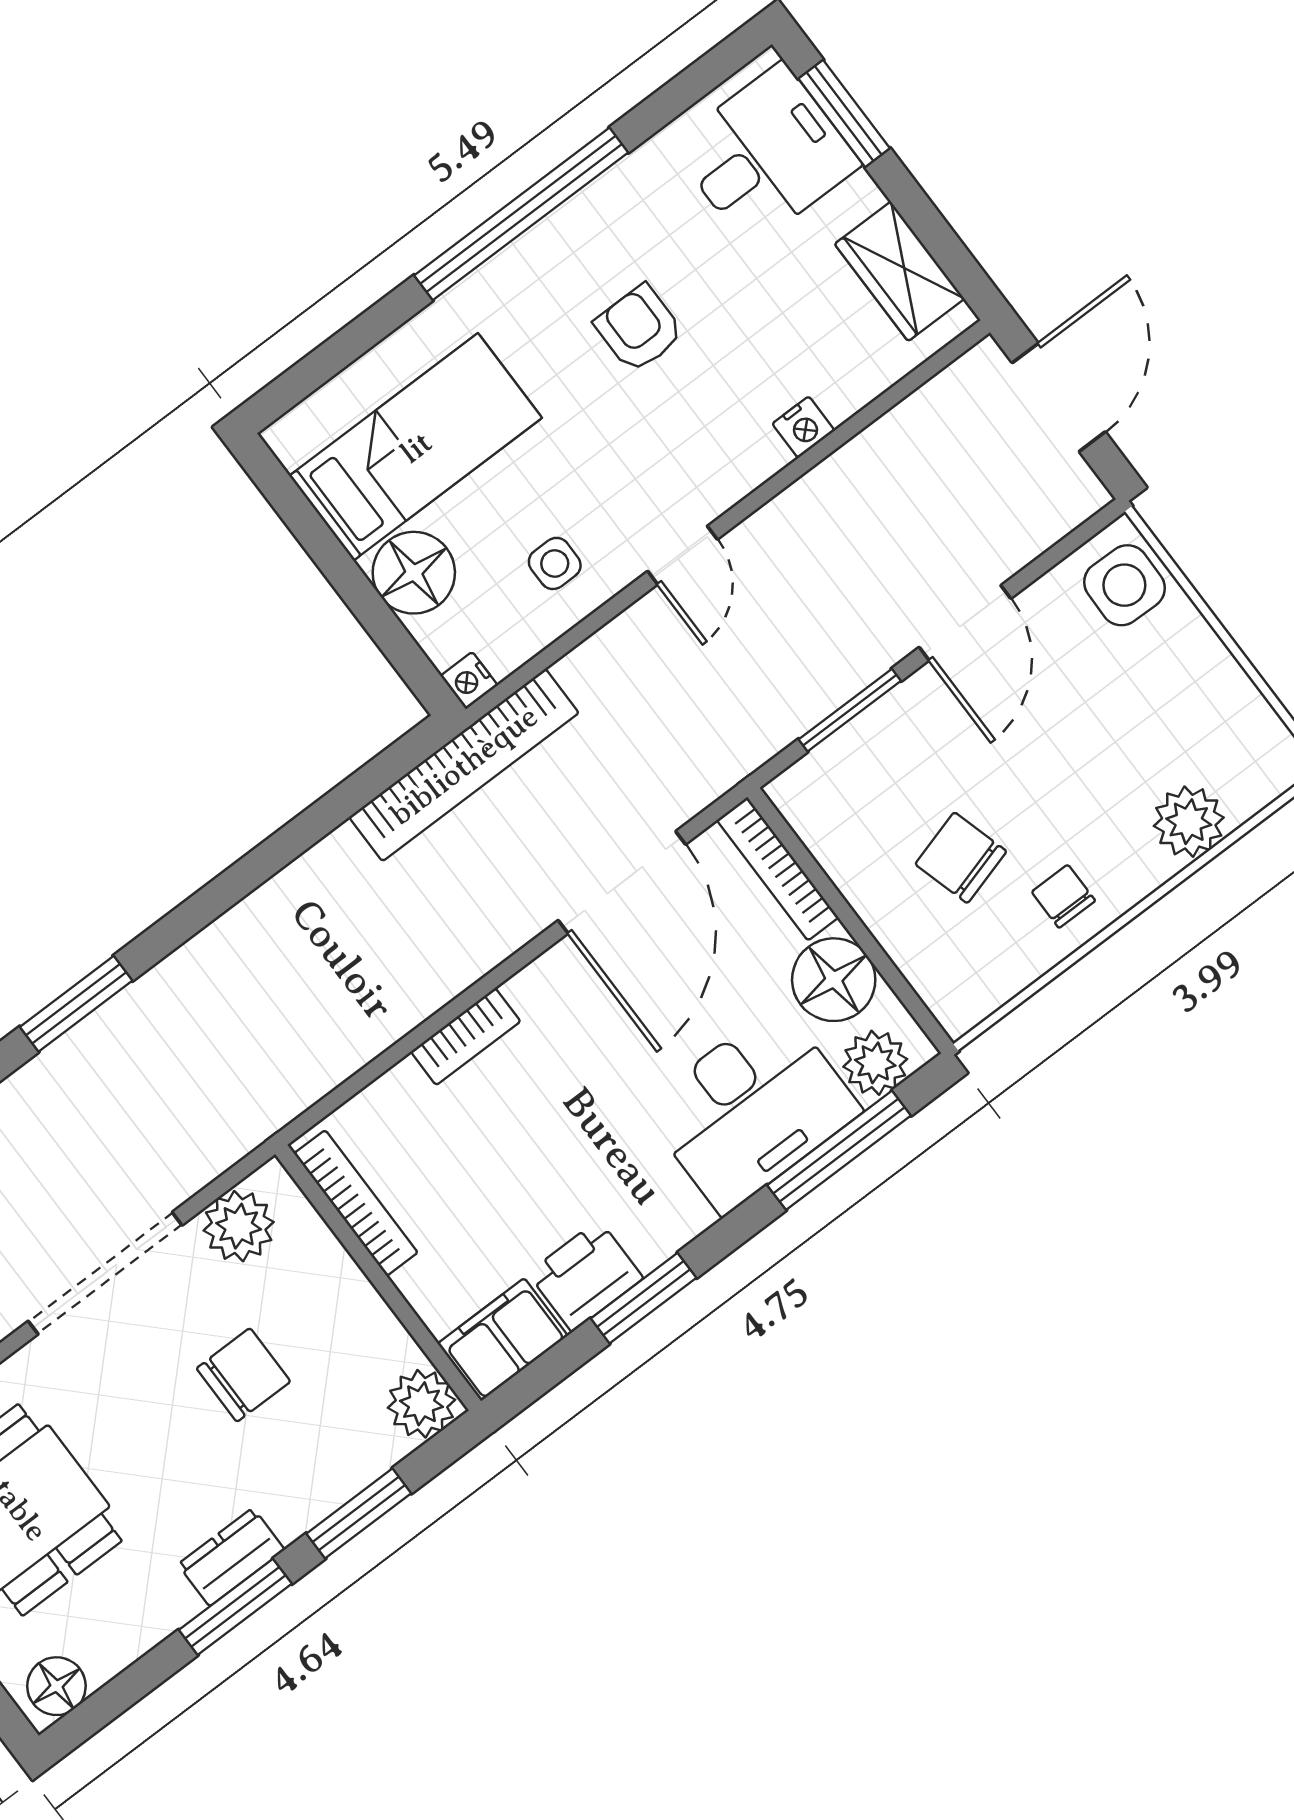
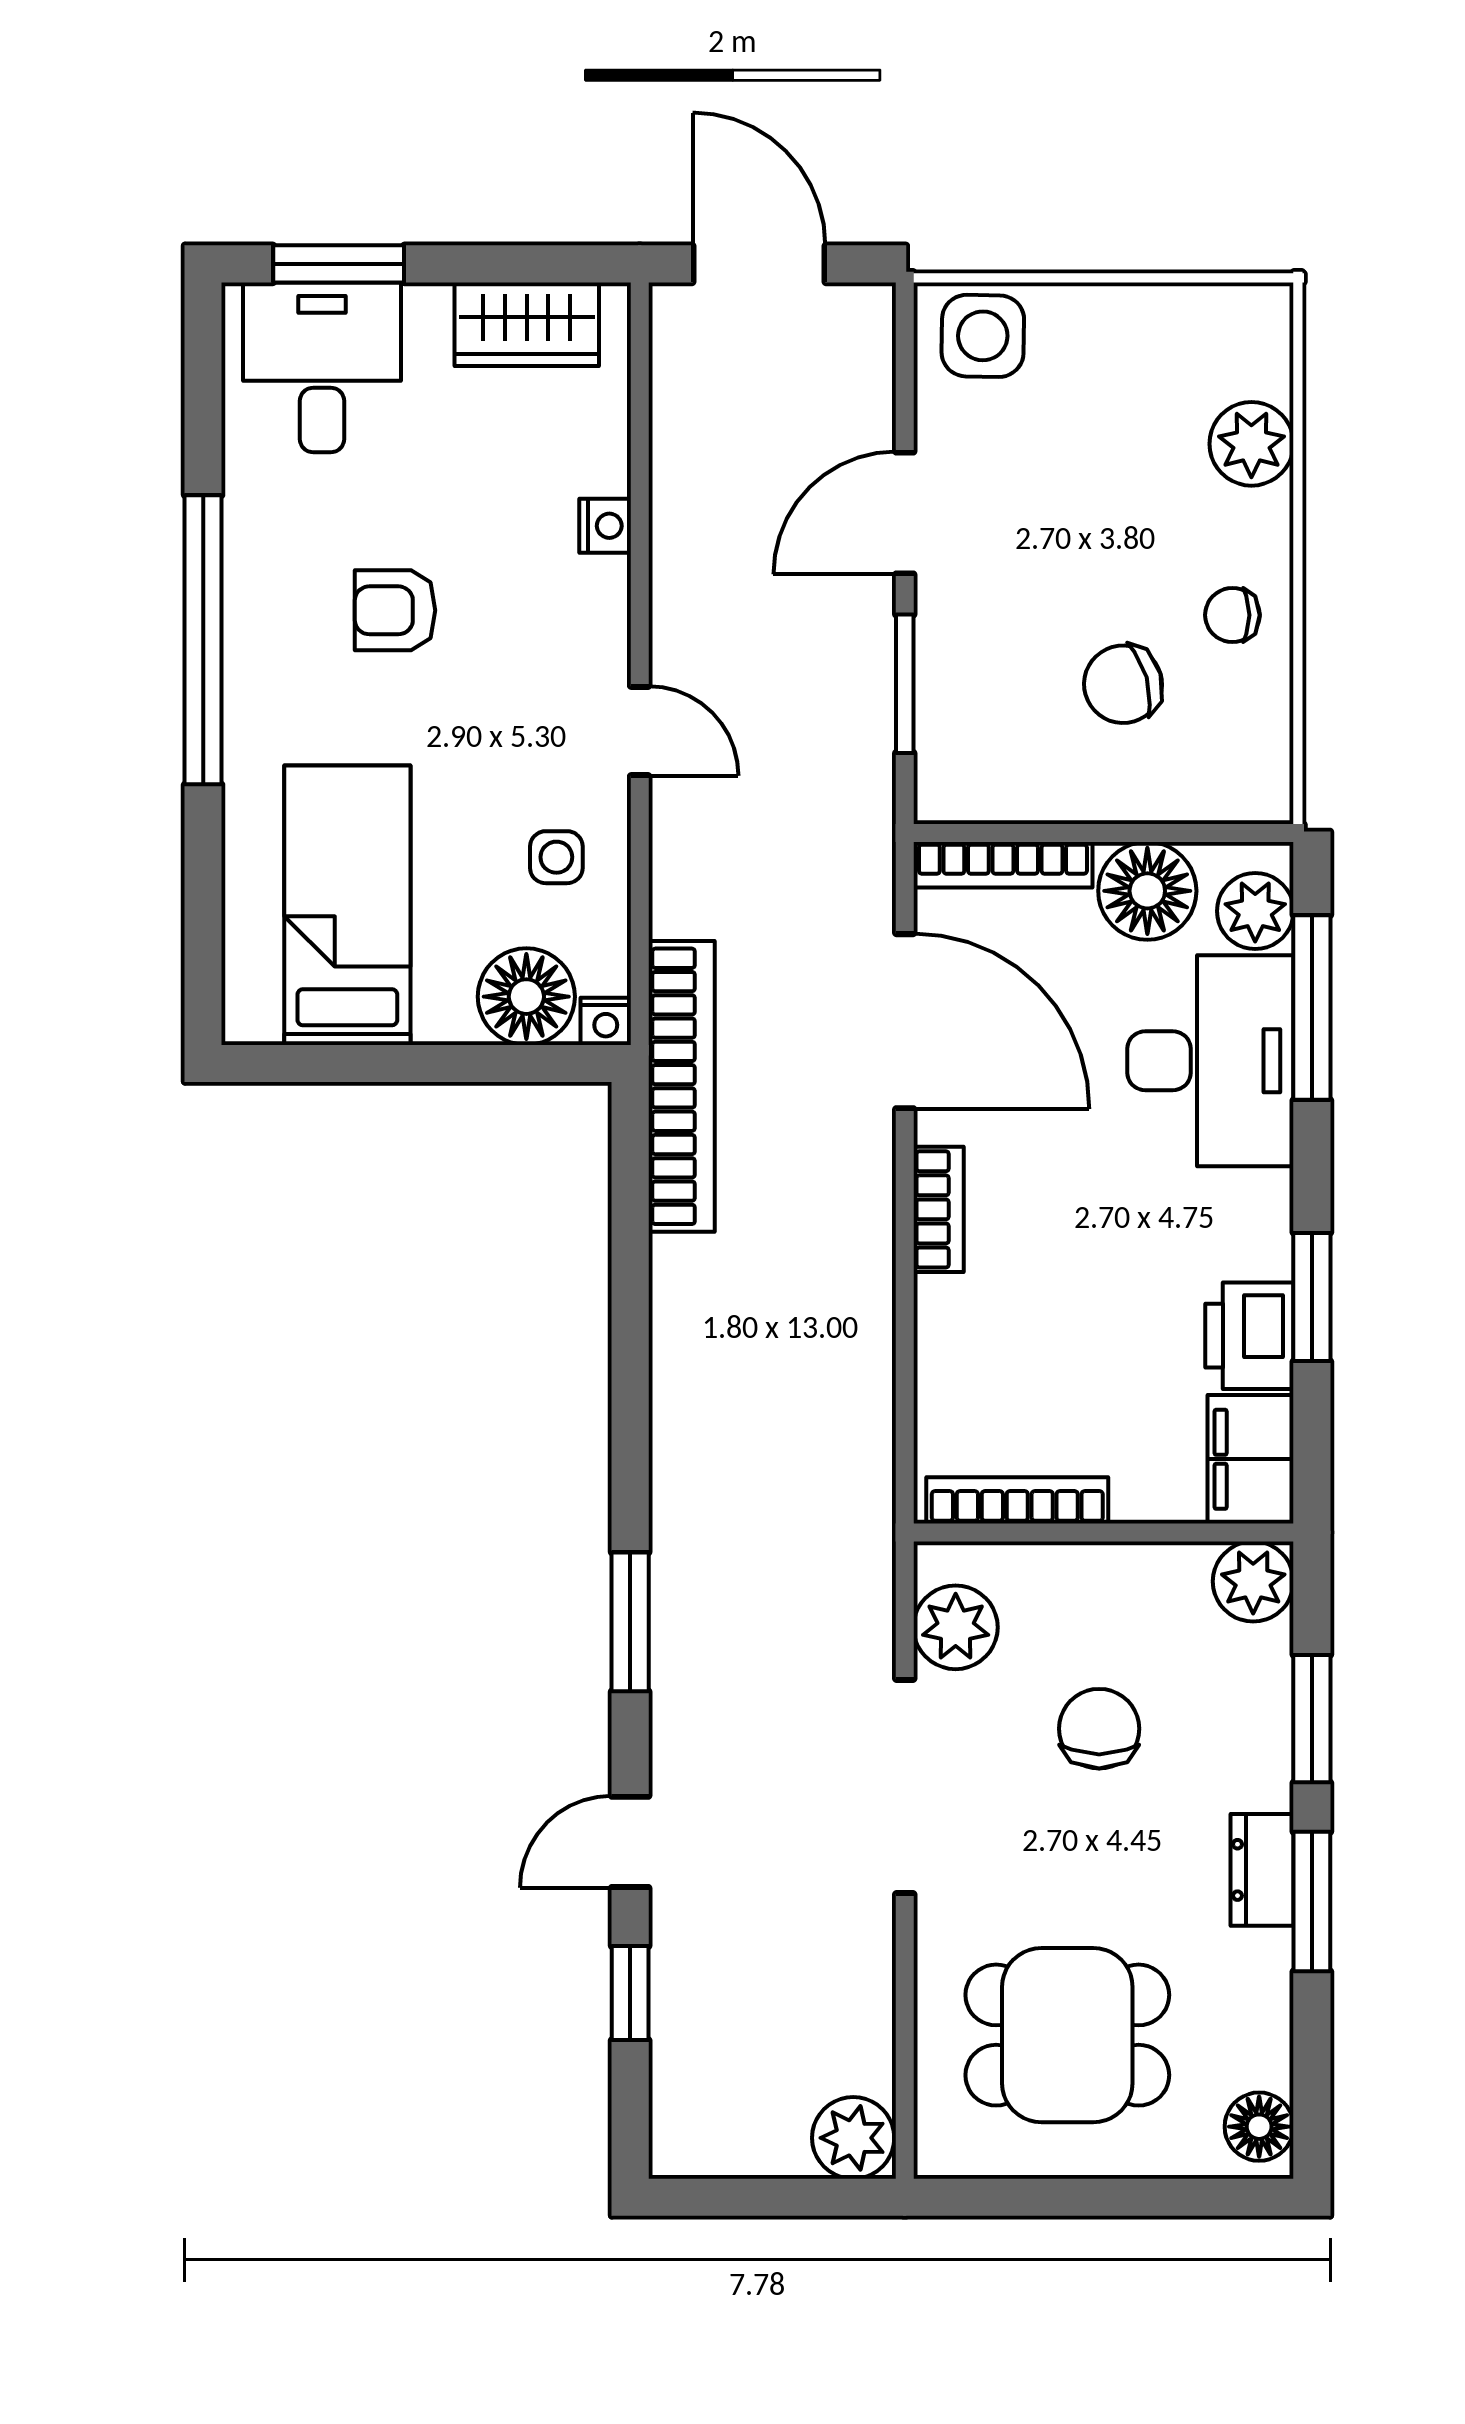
floor lamp: (414, 573) -> (526, 997), moved
door: (965, 623) -> (905, 513), swing flipped
bookcase: (466, 1037) -> (939, 1209), moved

